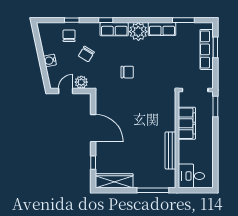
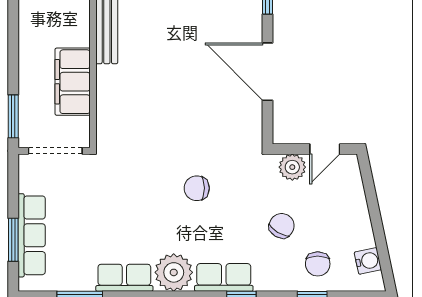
water cooler: (50, 60) -> (368, 261), moved

